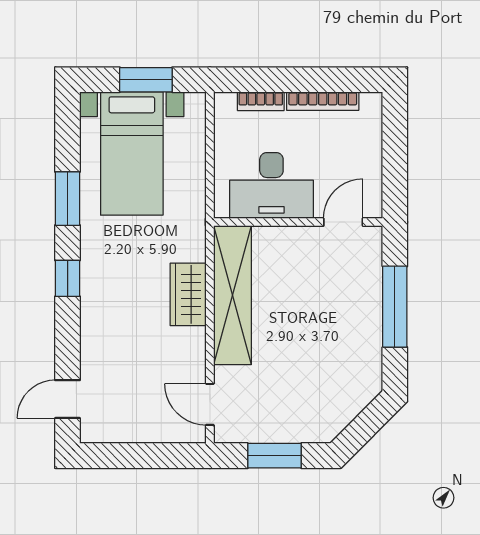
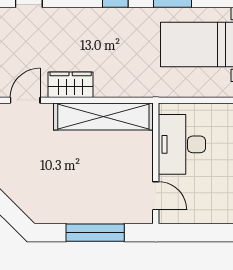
wardrobe: (188, 294) -> (71, 85), moved

